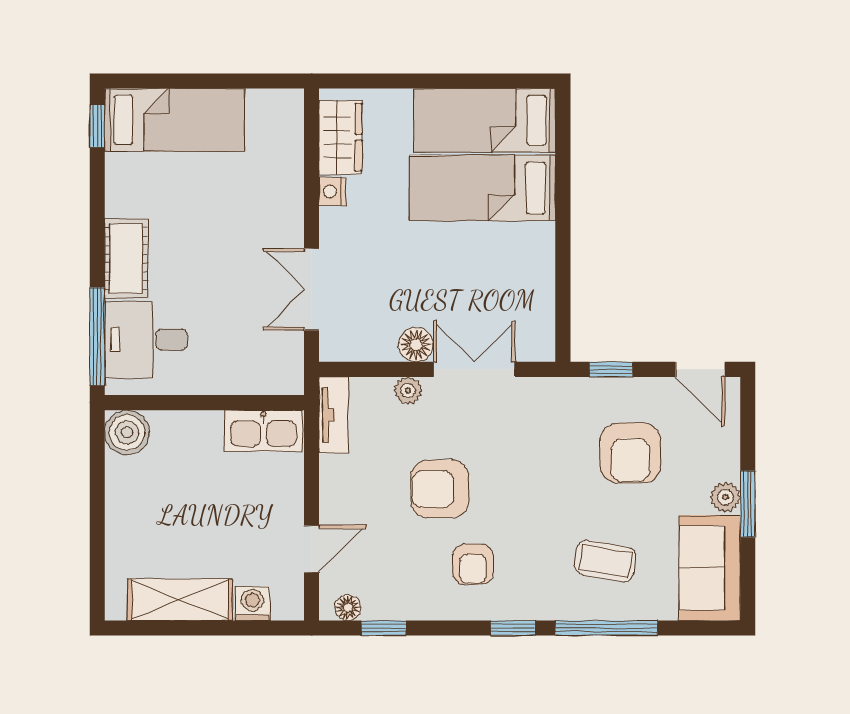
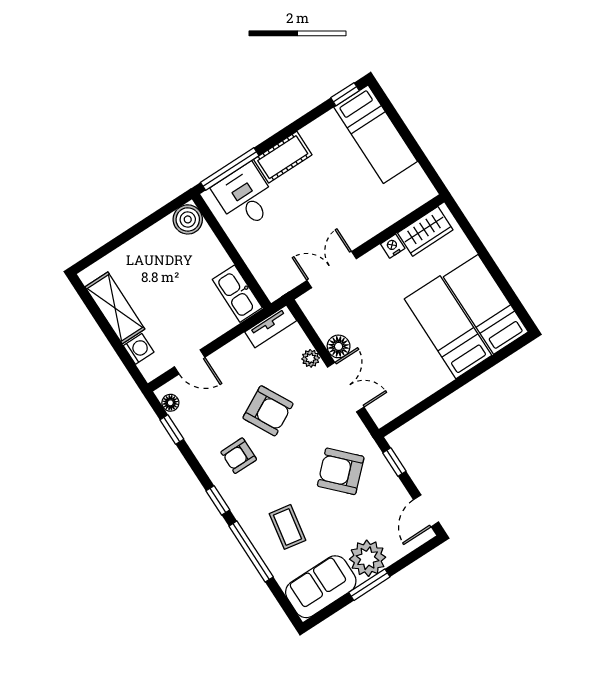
armchair: (630, 453) -> (341, 471), moved, turned 46
armchair: (440, 489) -> (268, 411), turned 152
plant: (725, 497) -> (368, 558), width x1.87, depth x1.87

